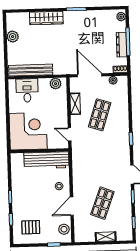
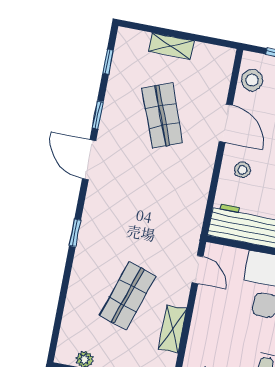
shop shelf: (102, 203) -> (162, 115), turned -42
door: (72, 206) -> (226, 123), hinge flipped

